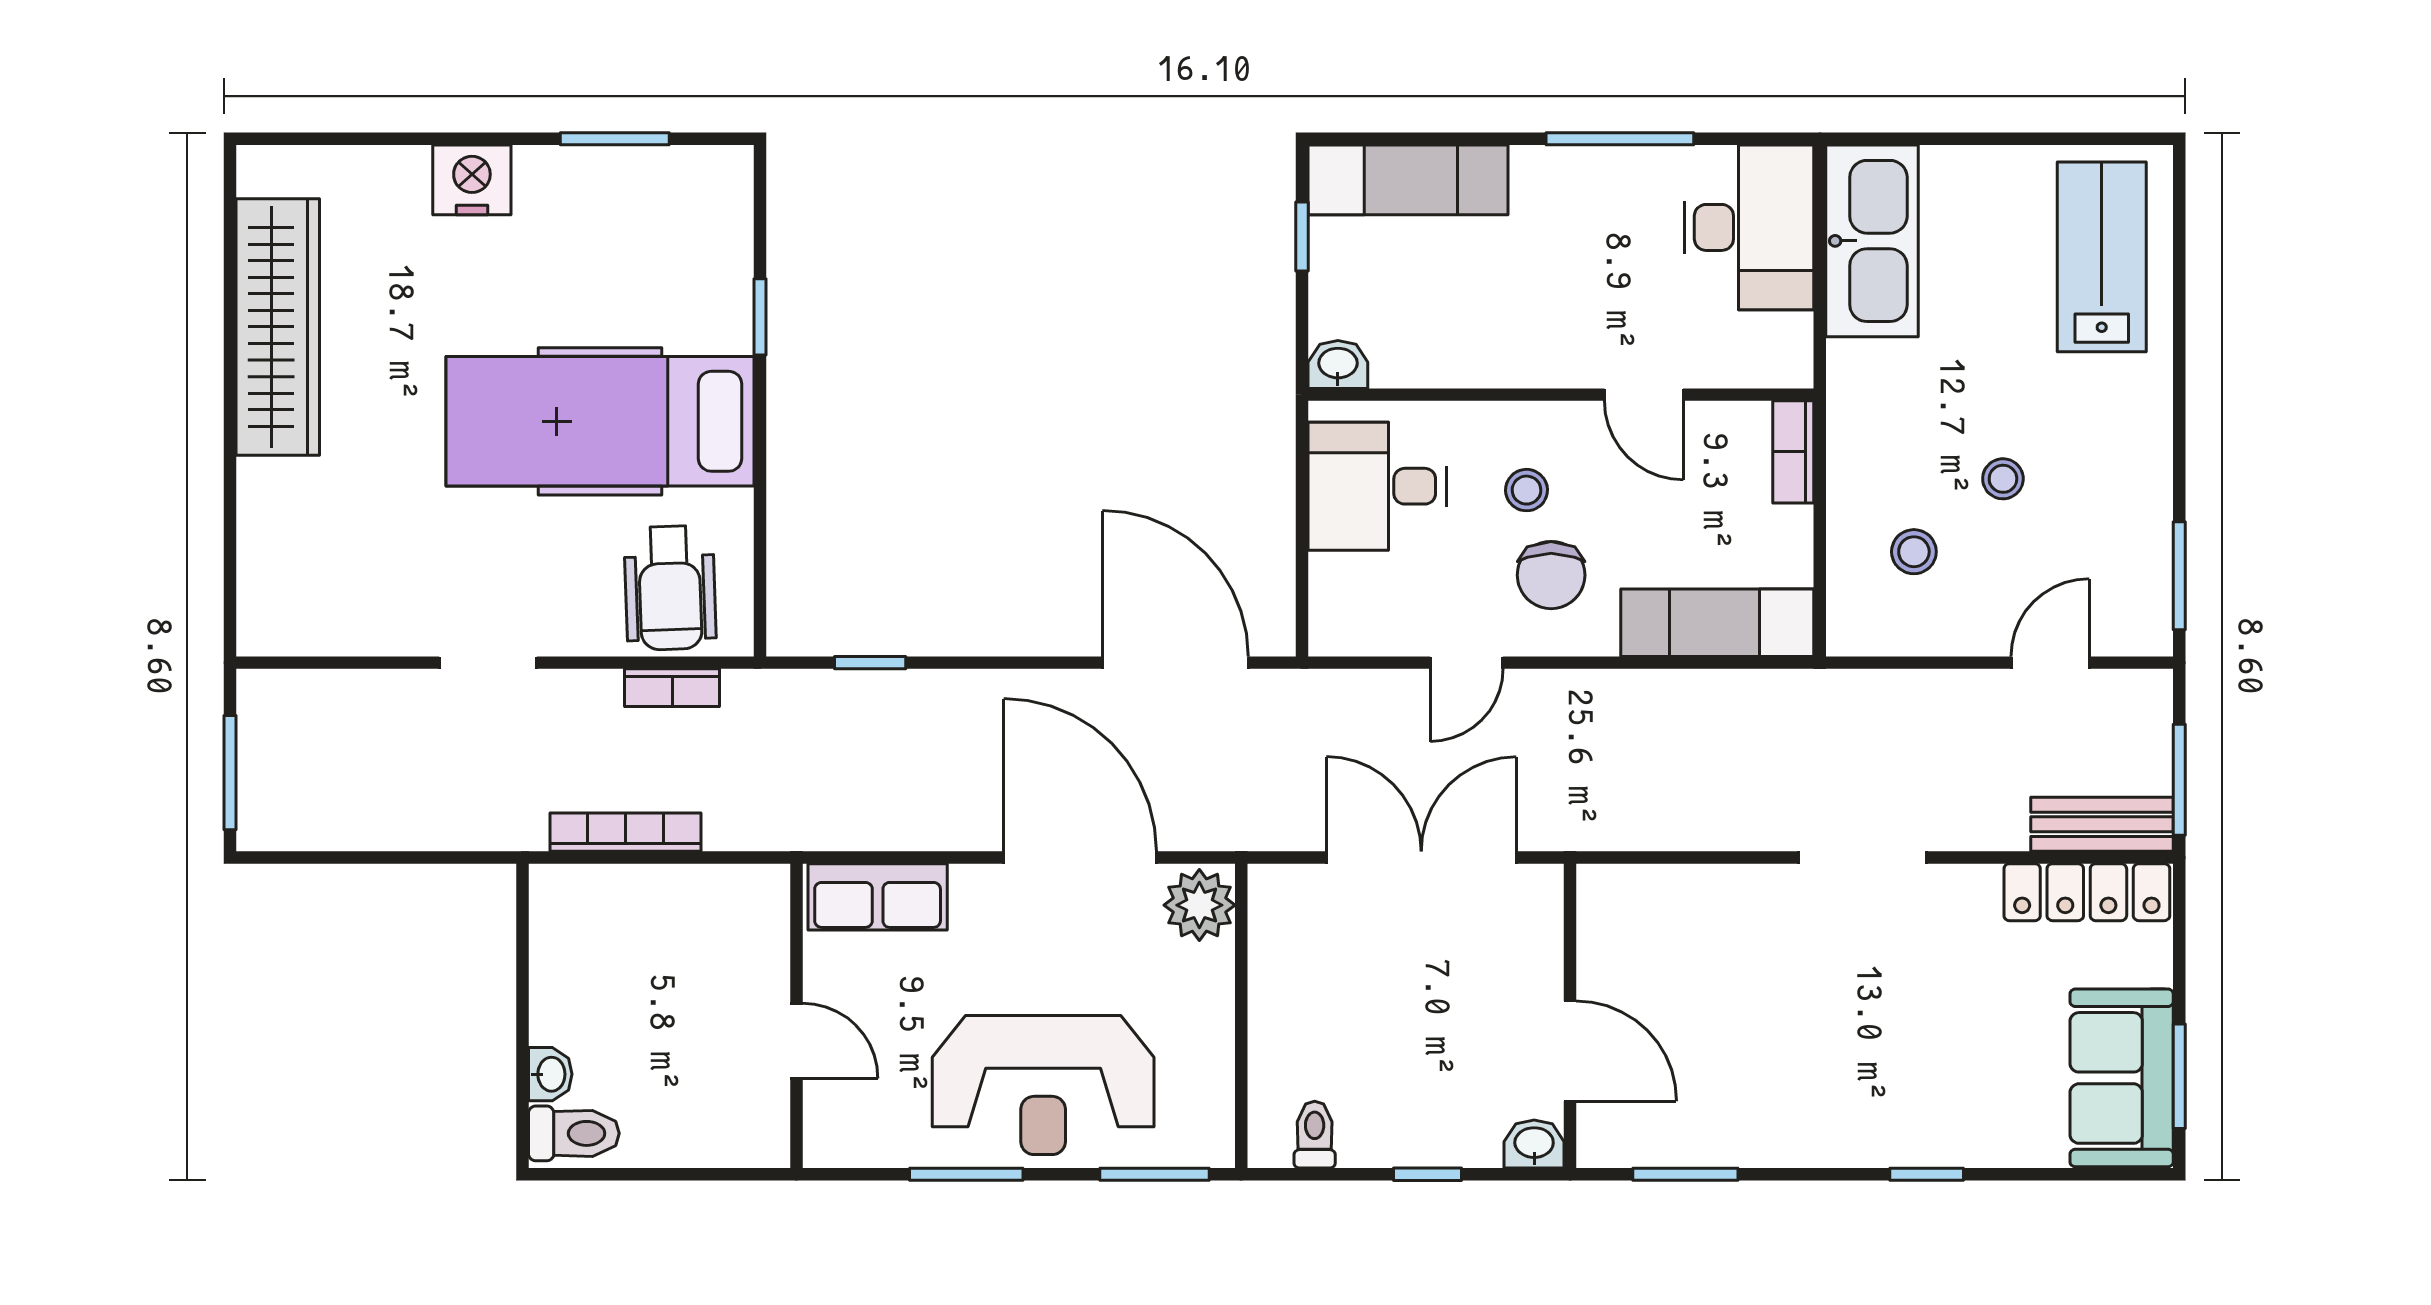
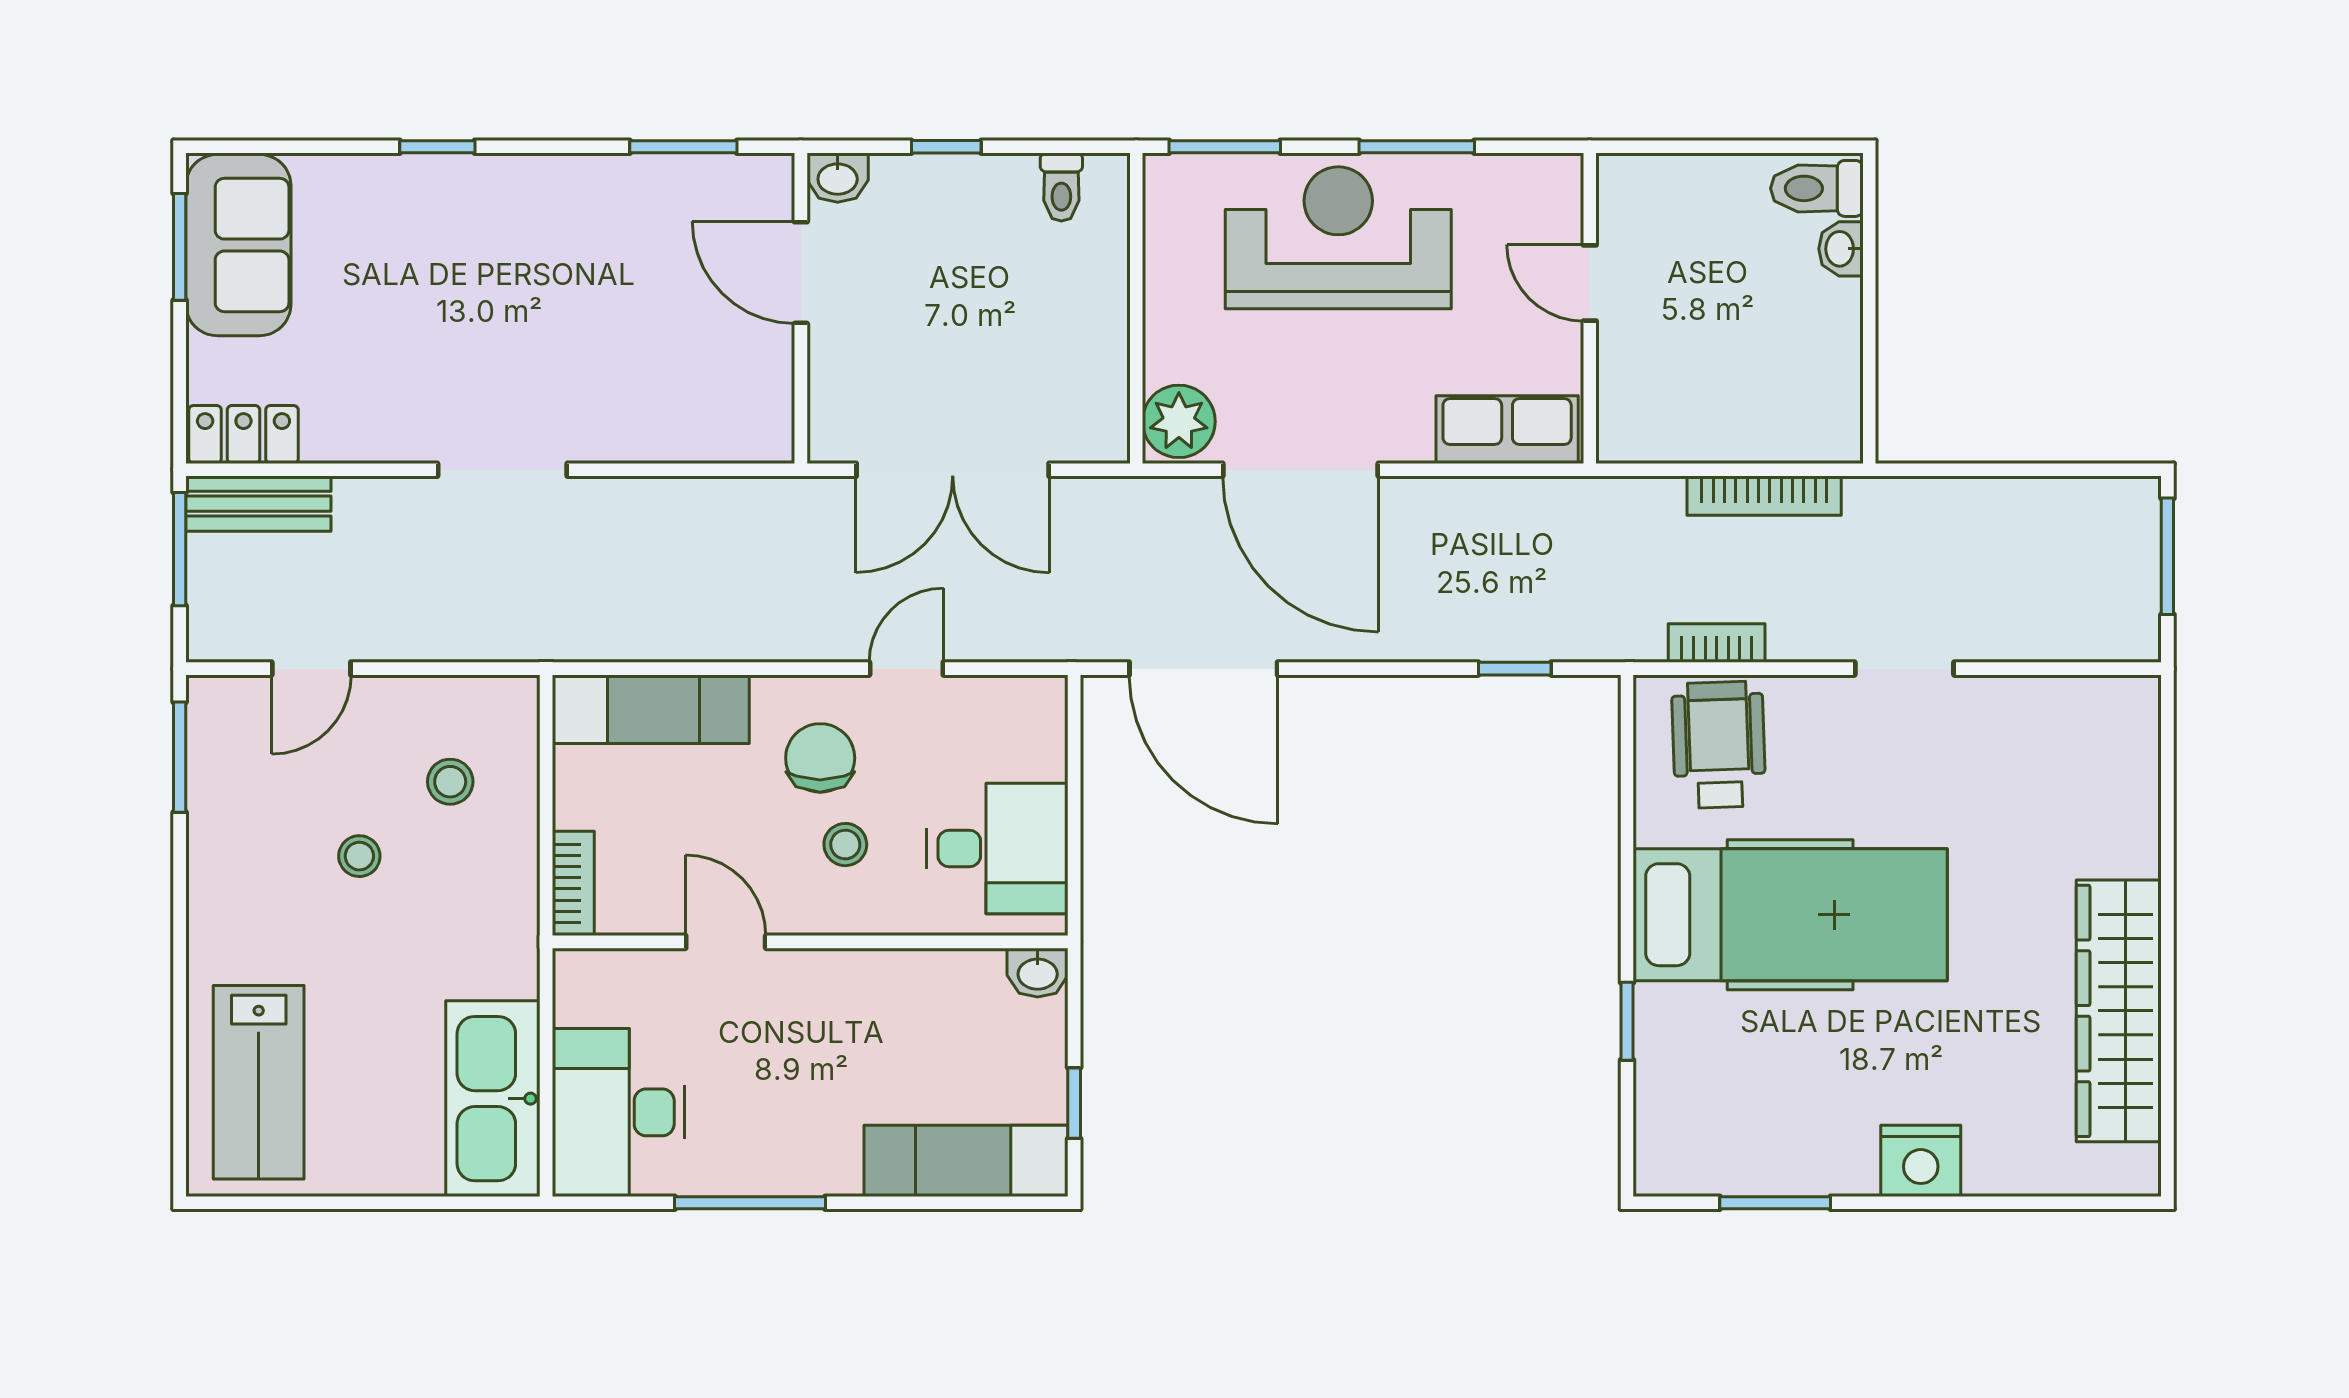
locker: (2087, 892) -> (243, 434), width x0.66

